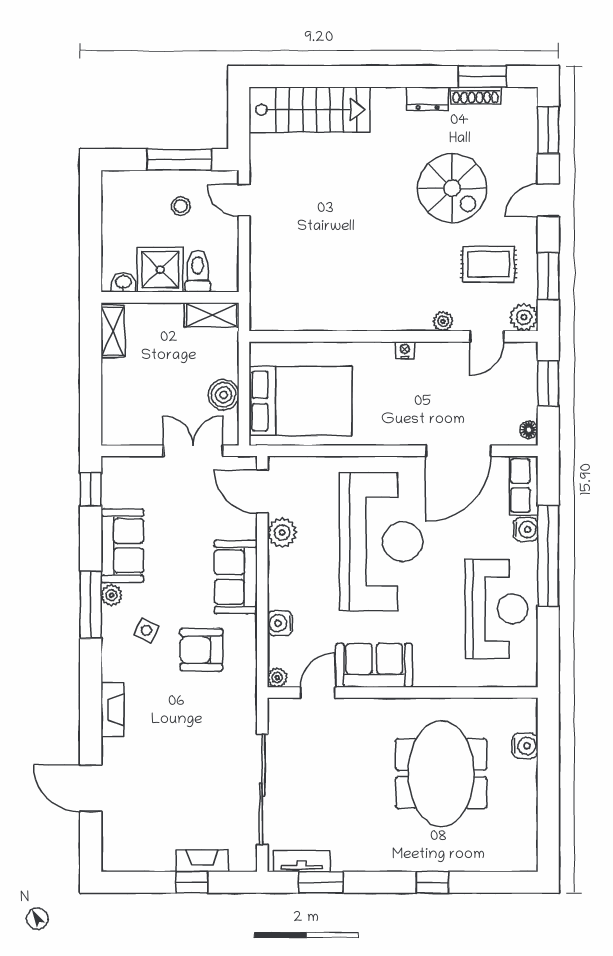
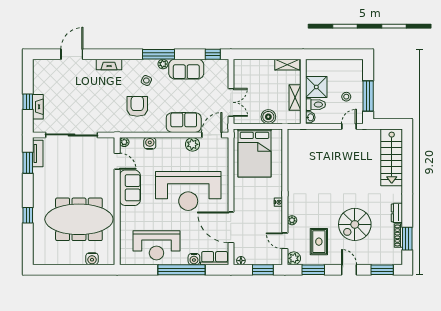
washbasin: (123, 282) -> (310, 117), moved
shelving: (212, 315) -> (295, 98), moved
boiler: (224, 395) -> (268, 117), moved
sofa: (236, 577) -> (184, 122), moved
meeting table: (441, 774) -> (79, 219), width x1.36

